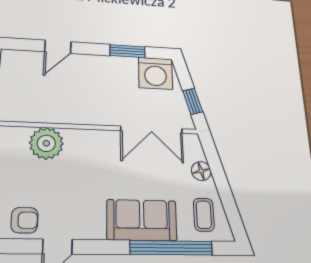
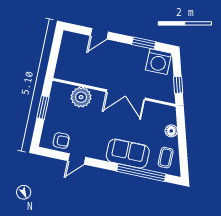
double door: (152, 130) -> (126, 95), moved

